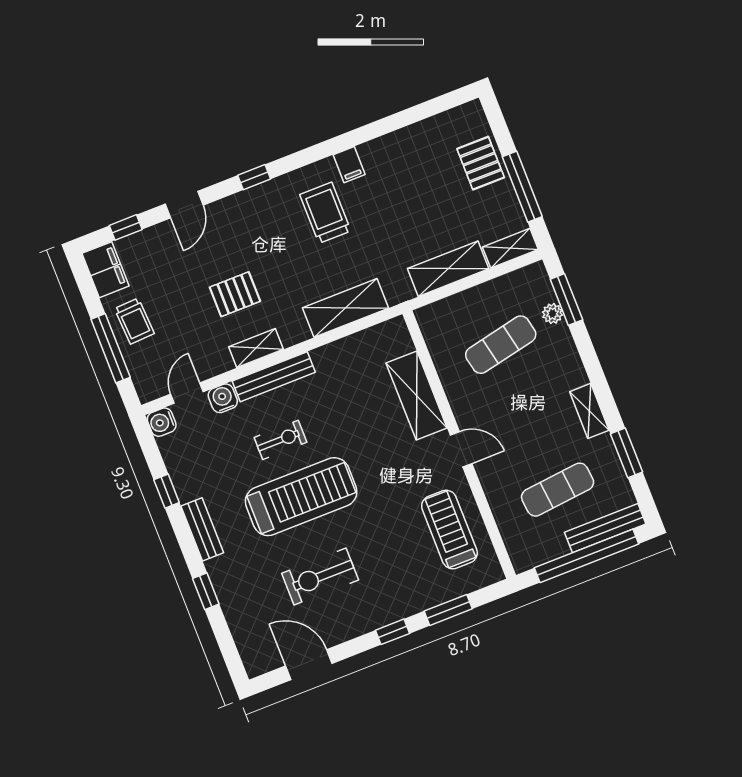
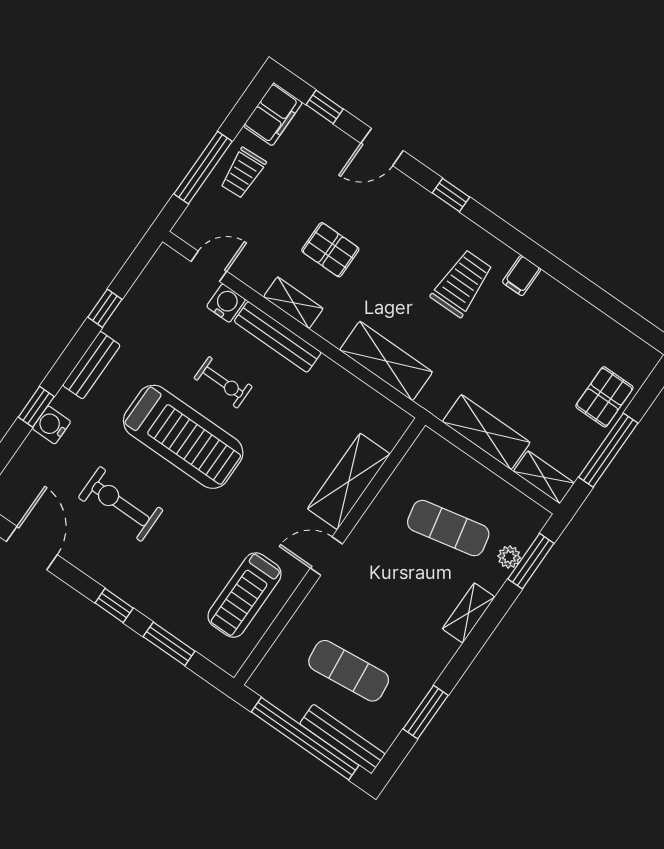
shelving: (589, 411) -> (469, 613), moved
water cooler: (162, 422) -> (52, 425), moved
door: (461, 449) -> (326, 556), swing flipped
treadmill: (449, 530) -> (245, 595), turned 180

